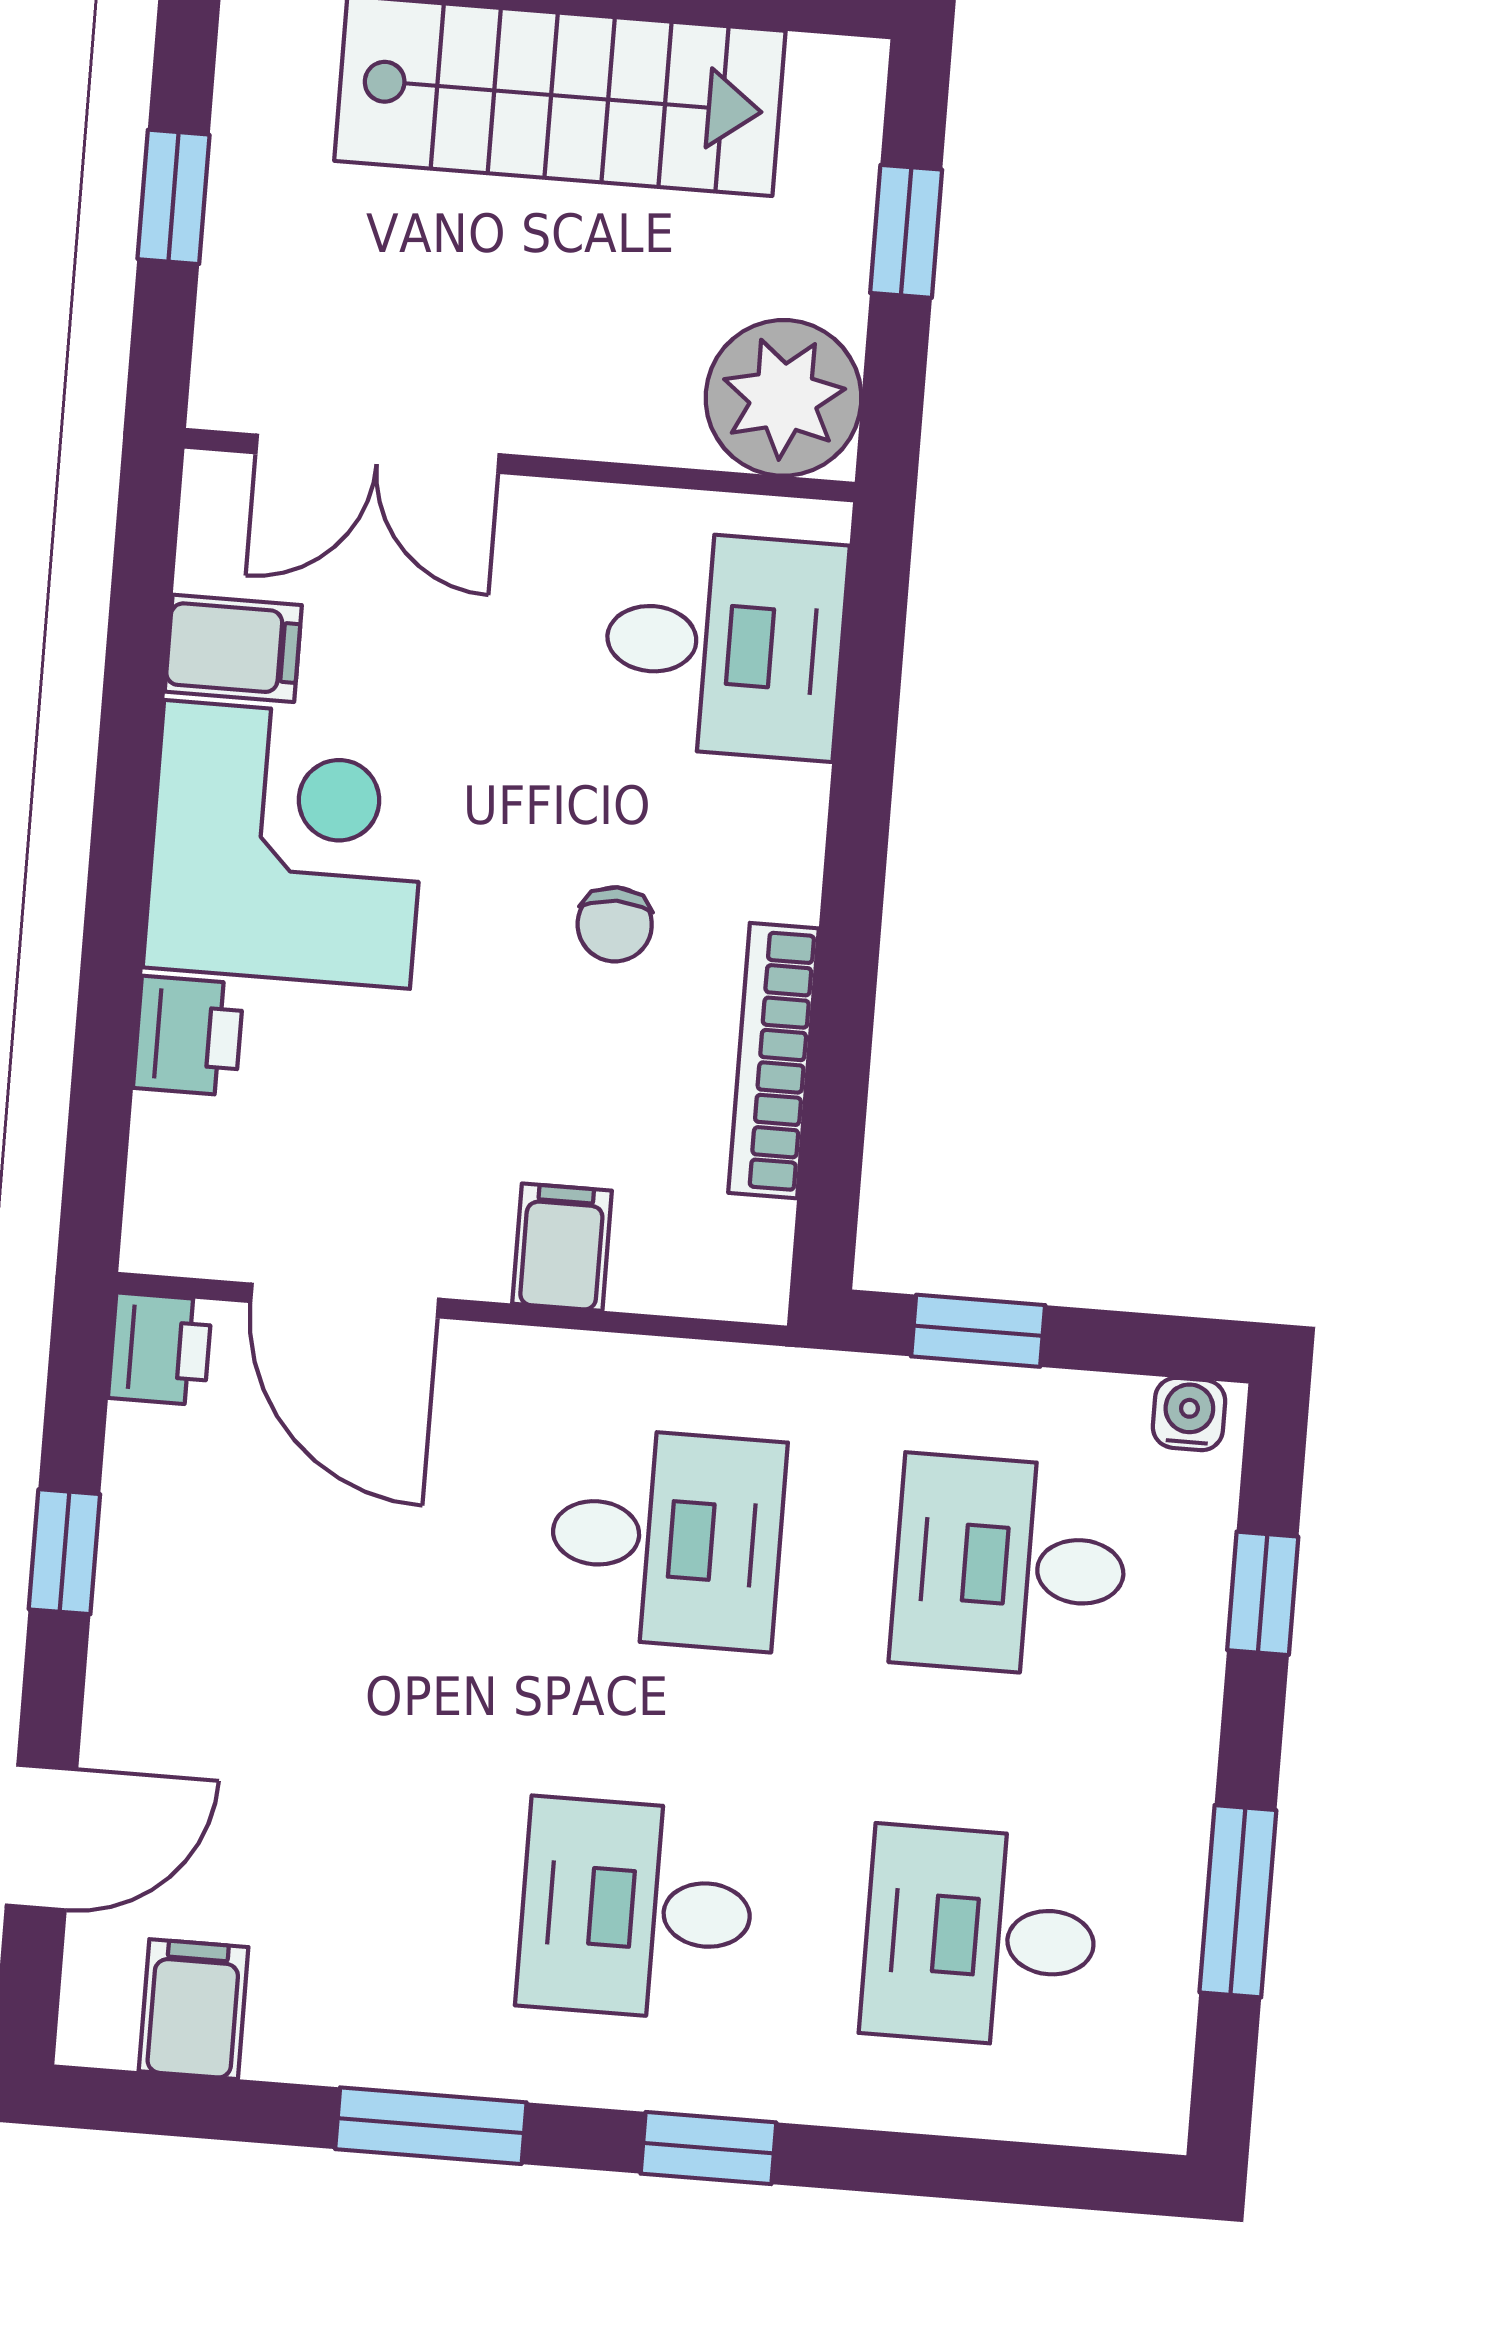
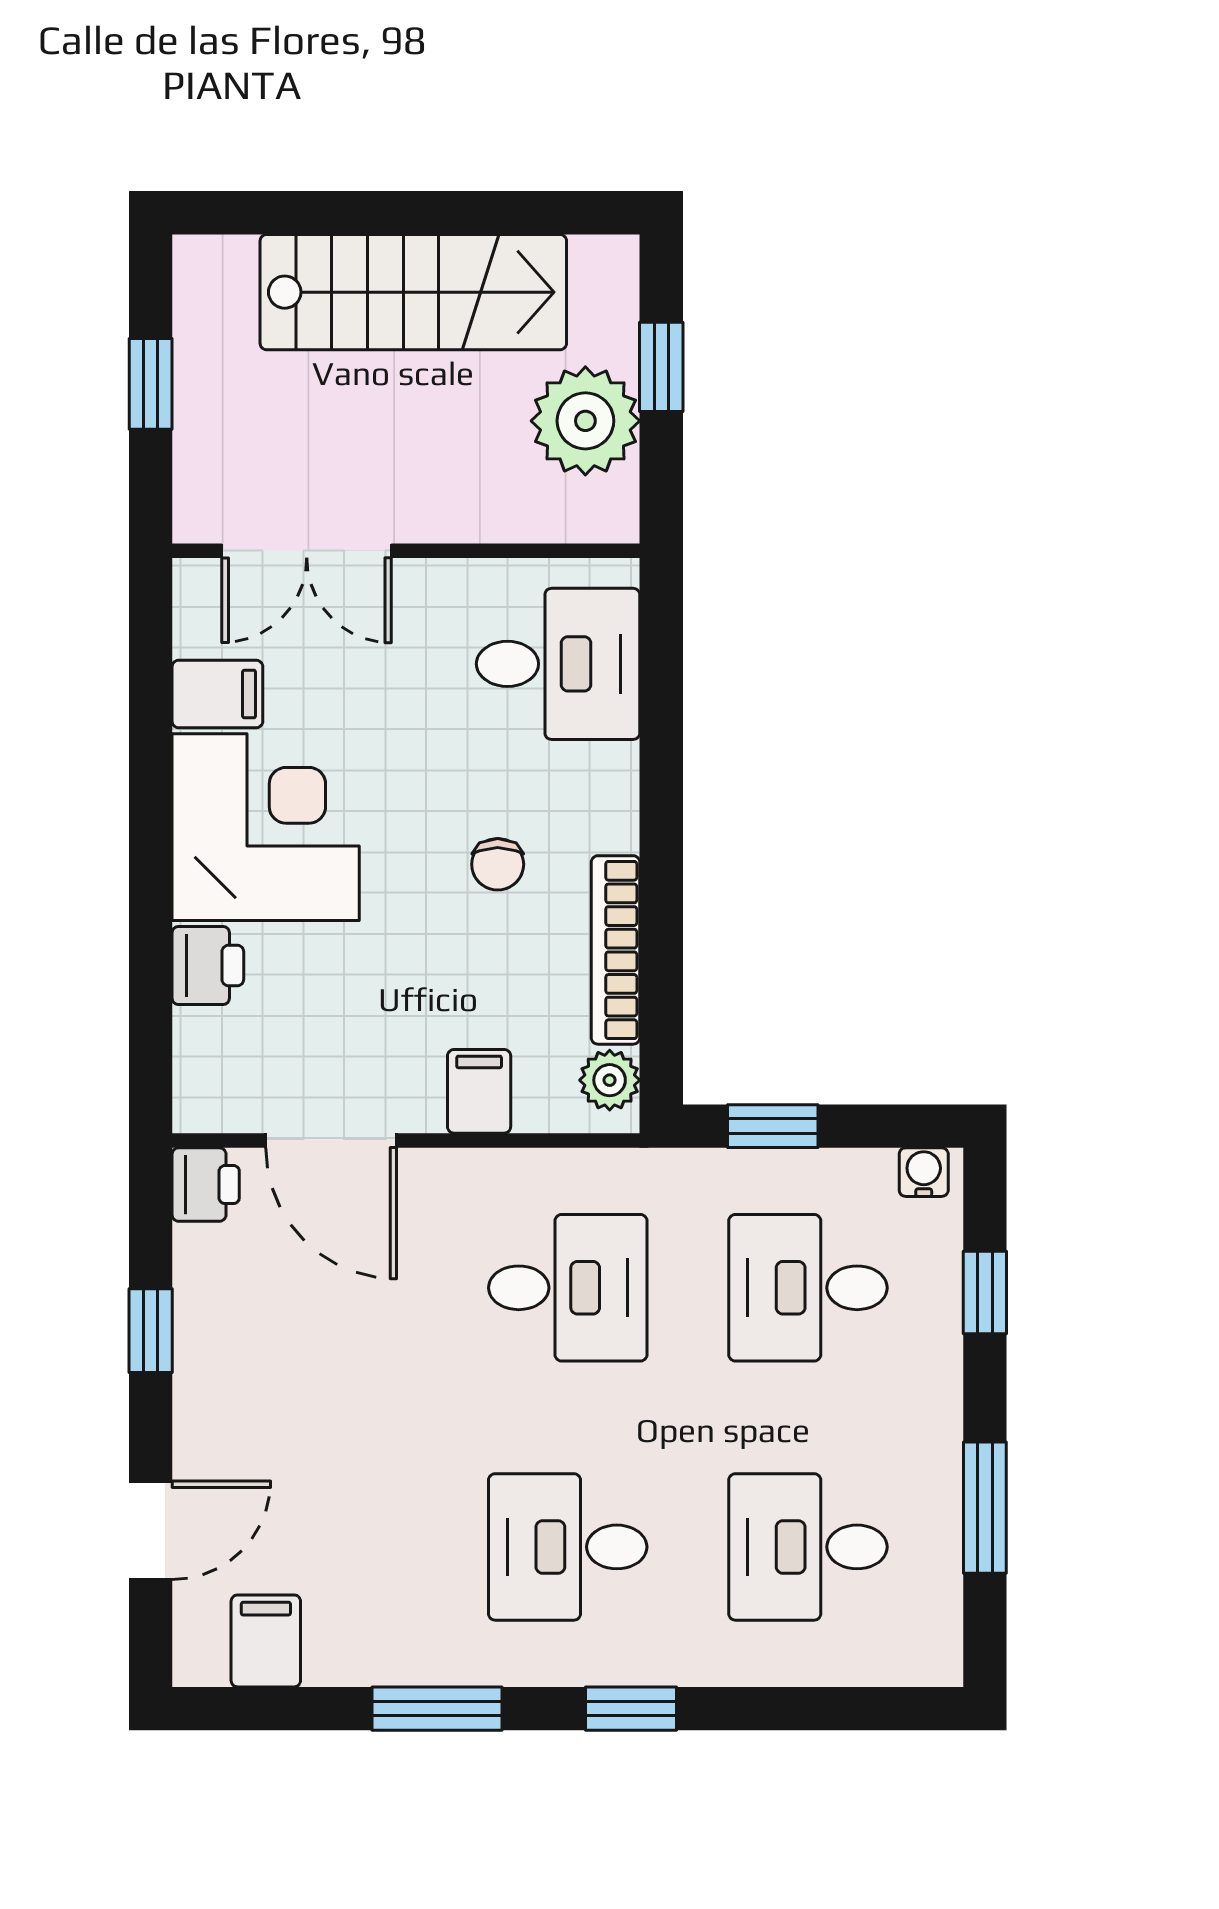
plant: (783, 398) -> (585, 421), moved
plant: (750, 1246) -> (610, 1080), added

